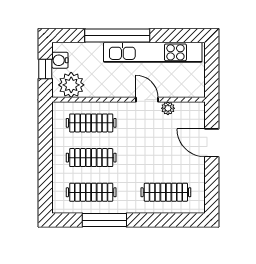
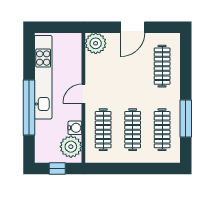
water cooler: (60, 60) -> (75, 128), moved, turned -90
door: (147, 100) -> (83, 94), moved
plant: (168, 108) -> (96, 43), moved, width x1.88, depth x1.88
door: (212, 143) -> (133, 27), moved

